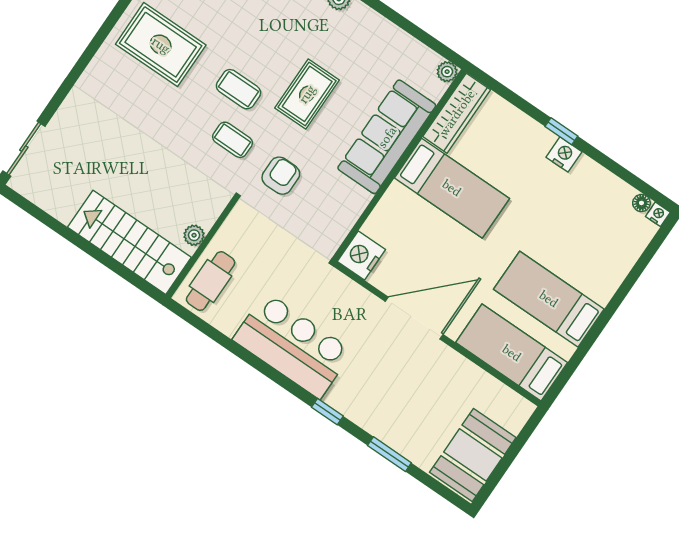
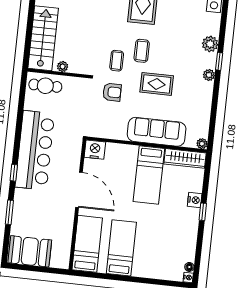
nightstand: (564, 154) -> (195, 200), moved
bar counter: (293, 345) -> (35, 150), width x1.36

